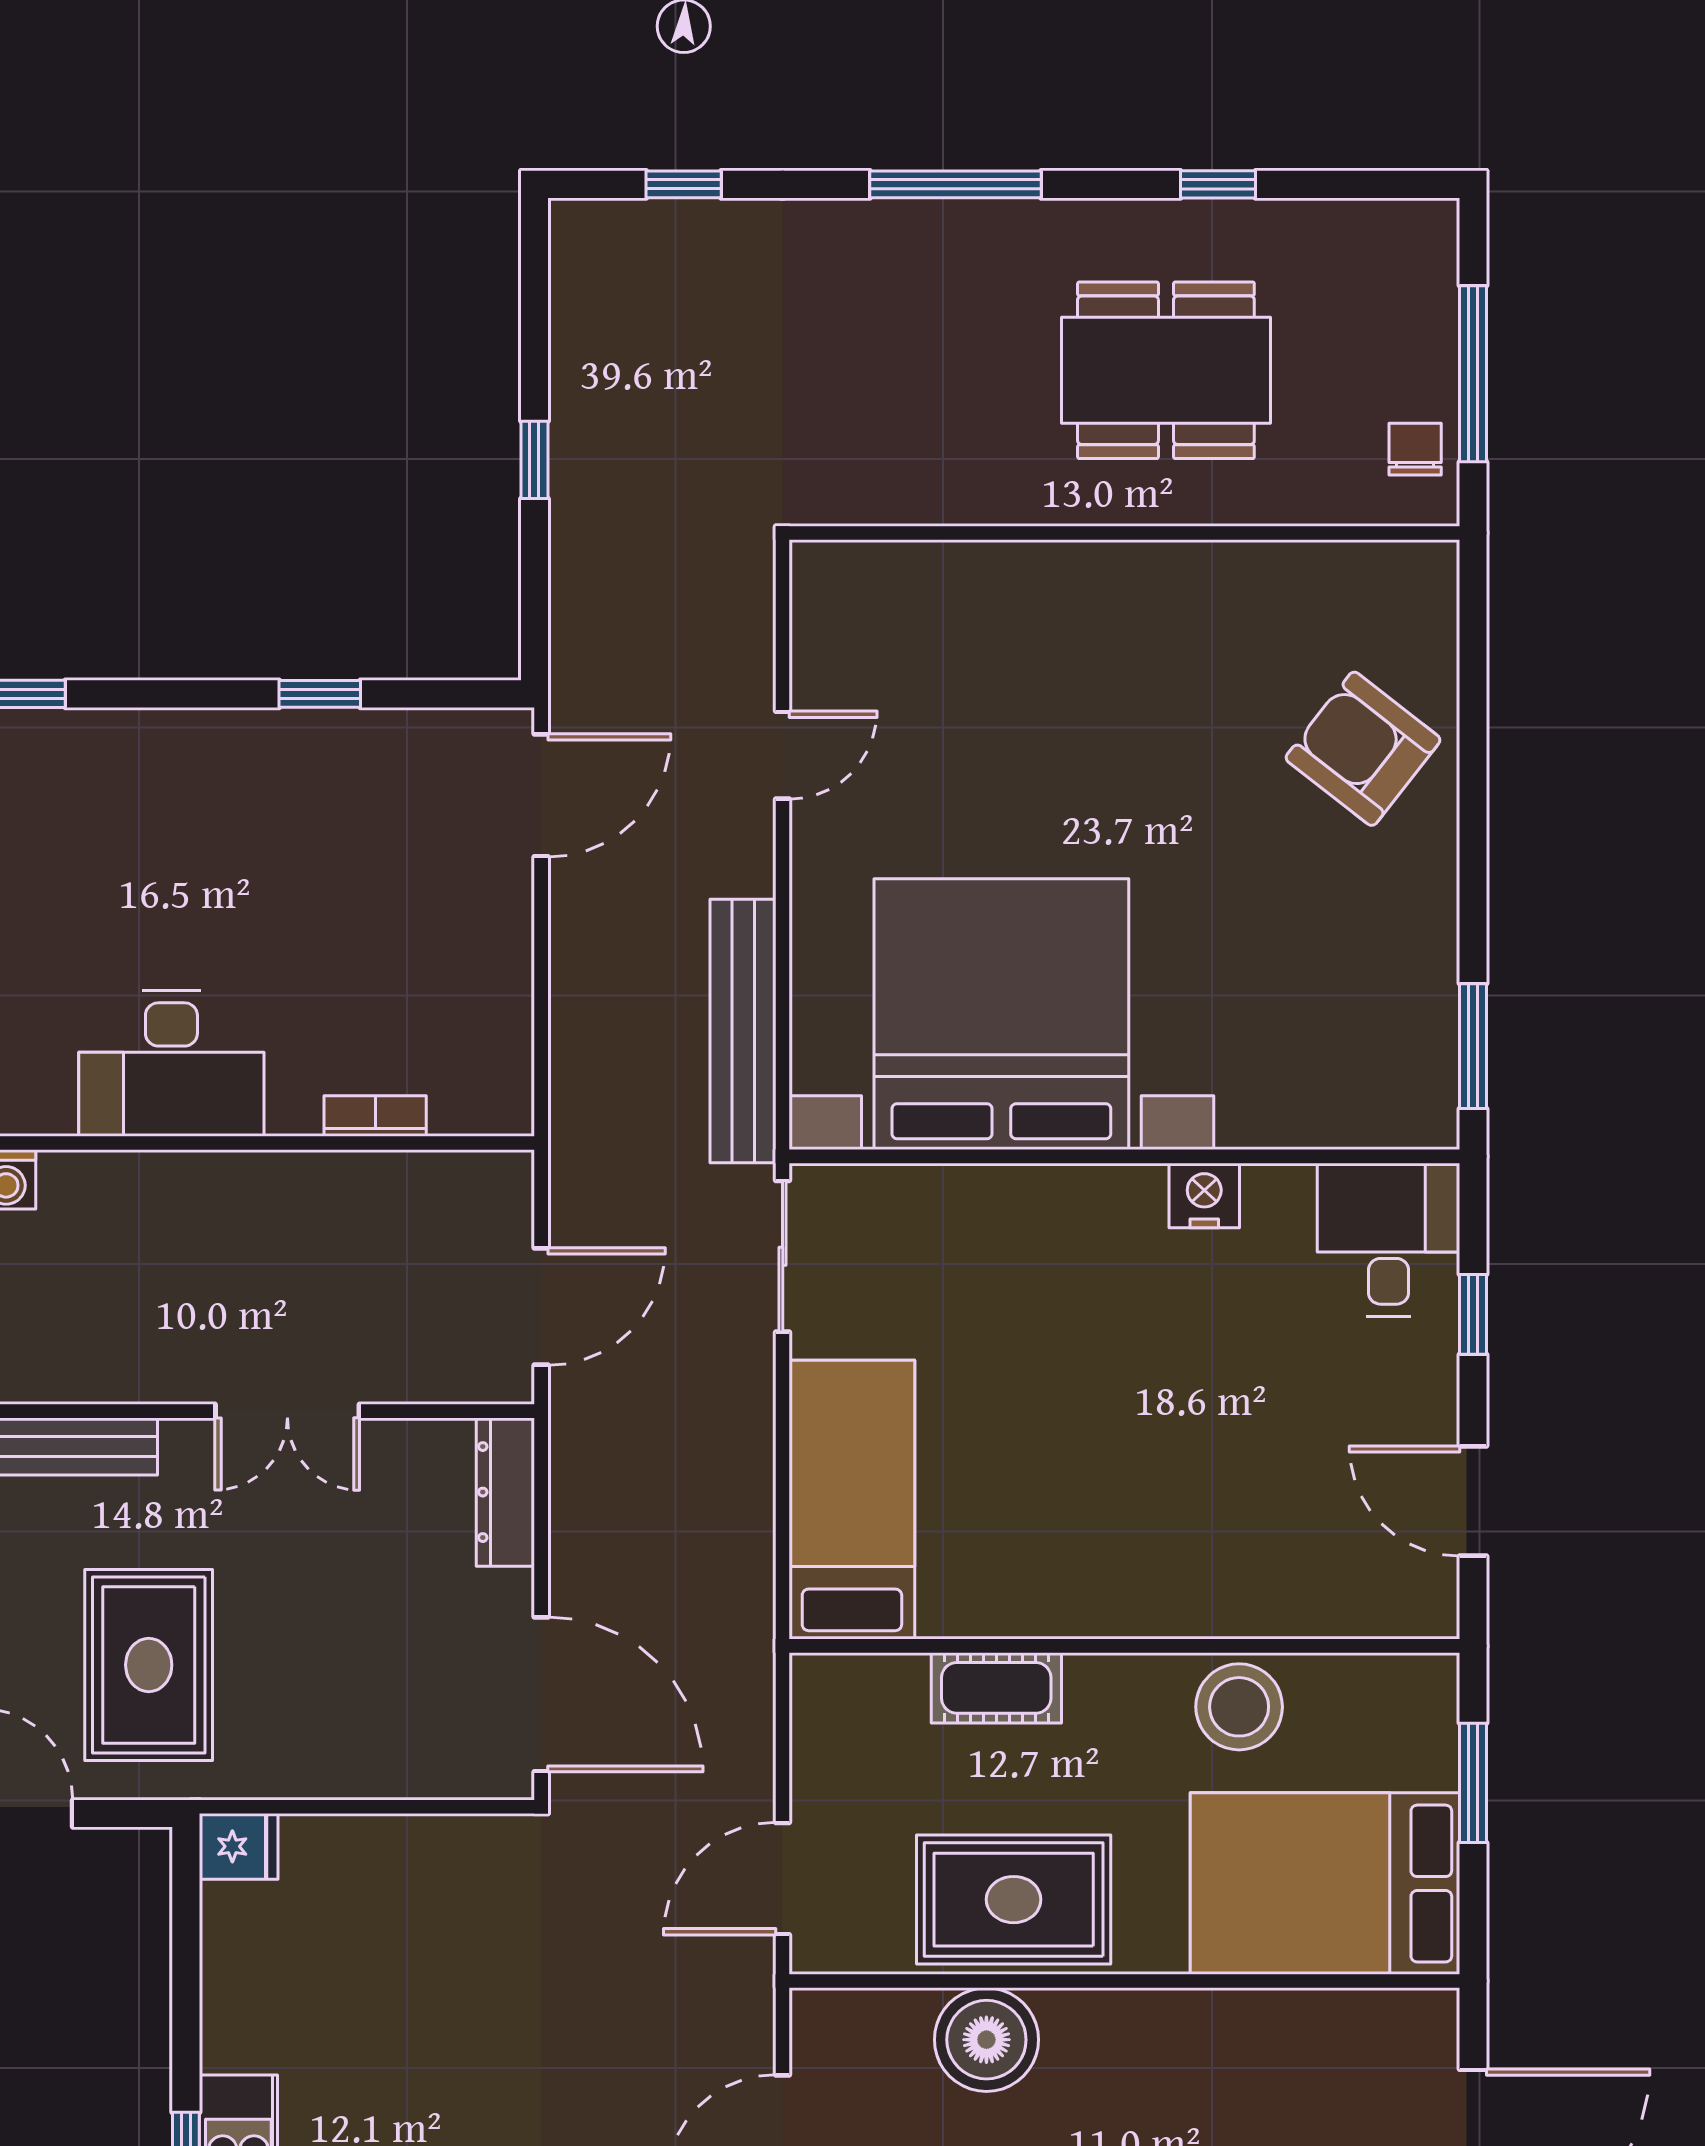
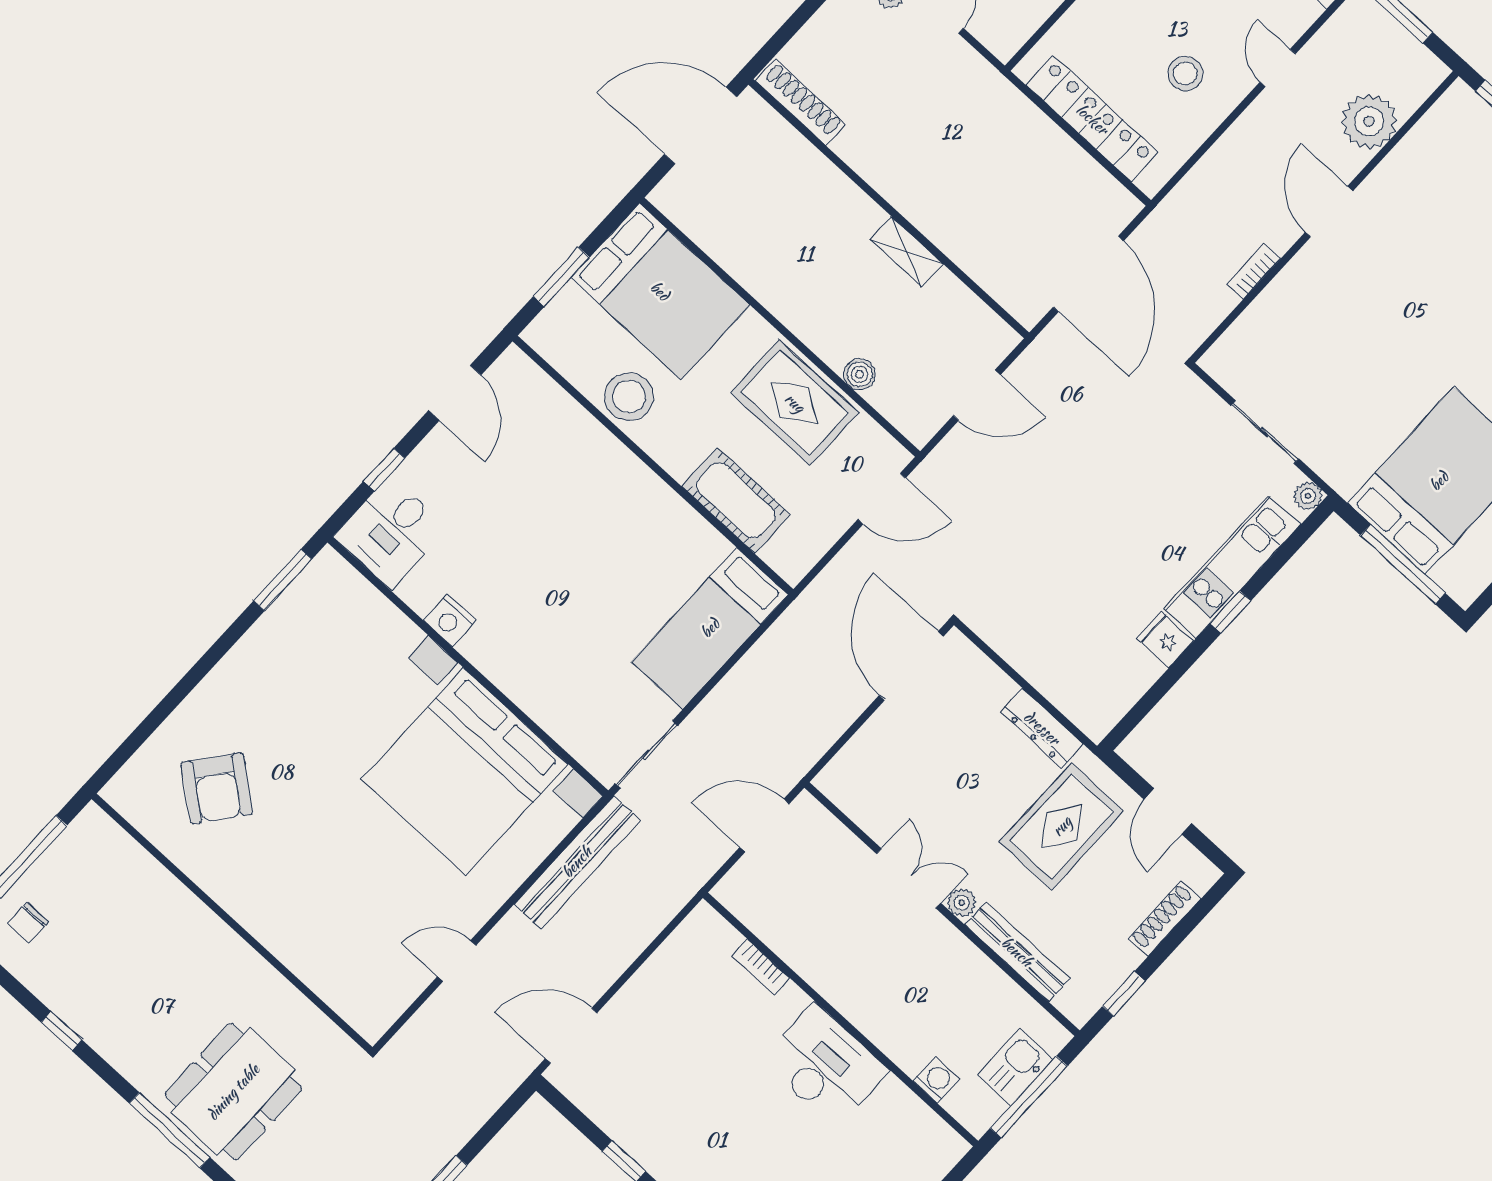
dining table: (1166, 370) -> (233, 1092), moved, turned 90
chair: (1415, 449) -> (28, 923), moved
armchair: (1363, 749) -> (217, 788), moved
plant: (188, 1443) -> (962, 903), added
dresser: (505, 1492) -> (1042, 728), moved, turned 90
cot: (996, 1688) -> (736, 500), width x1.37, depth x1.34
fridge: (239, 1846) -> (1165, 640), moved
boiler: (986, 2040) -> (859, 374), width x0.54, depth x0.54

